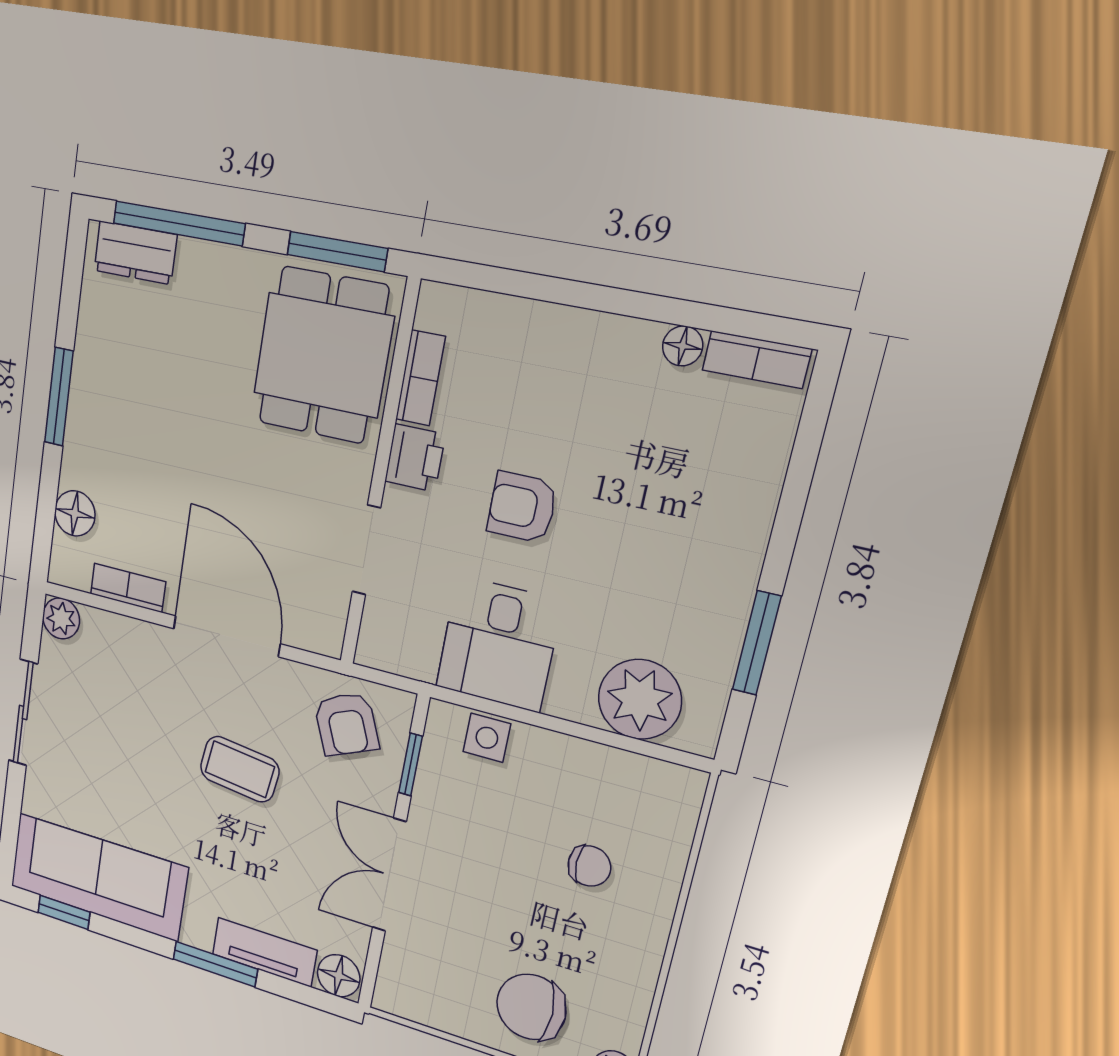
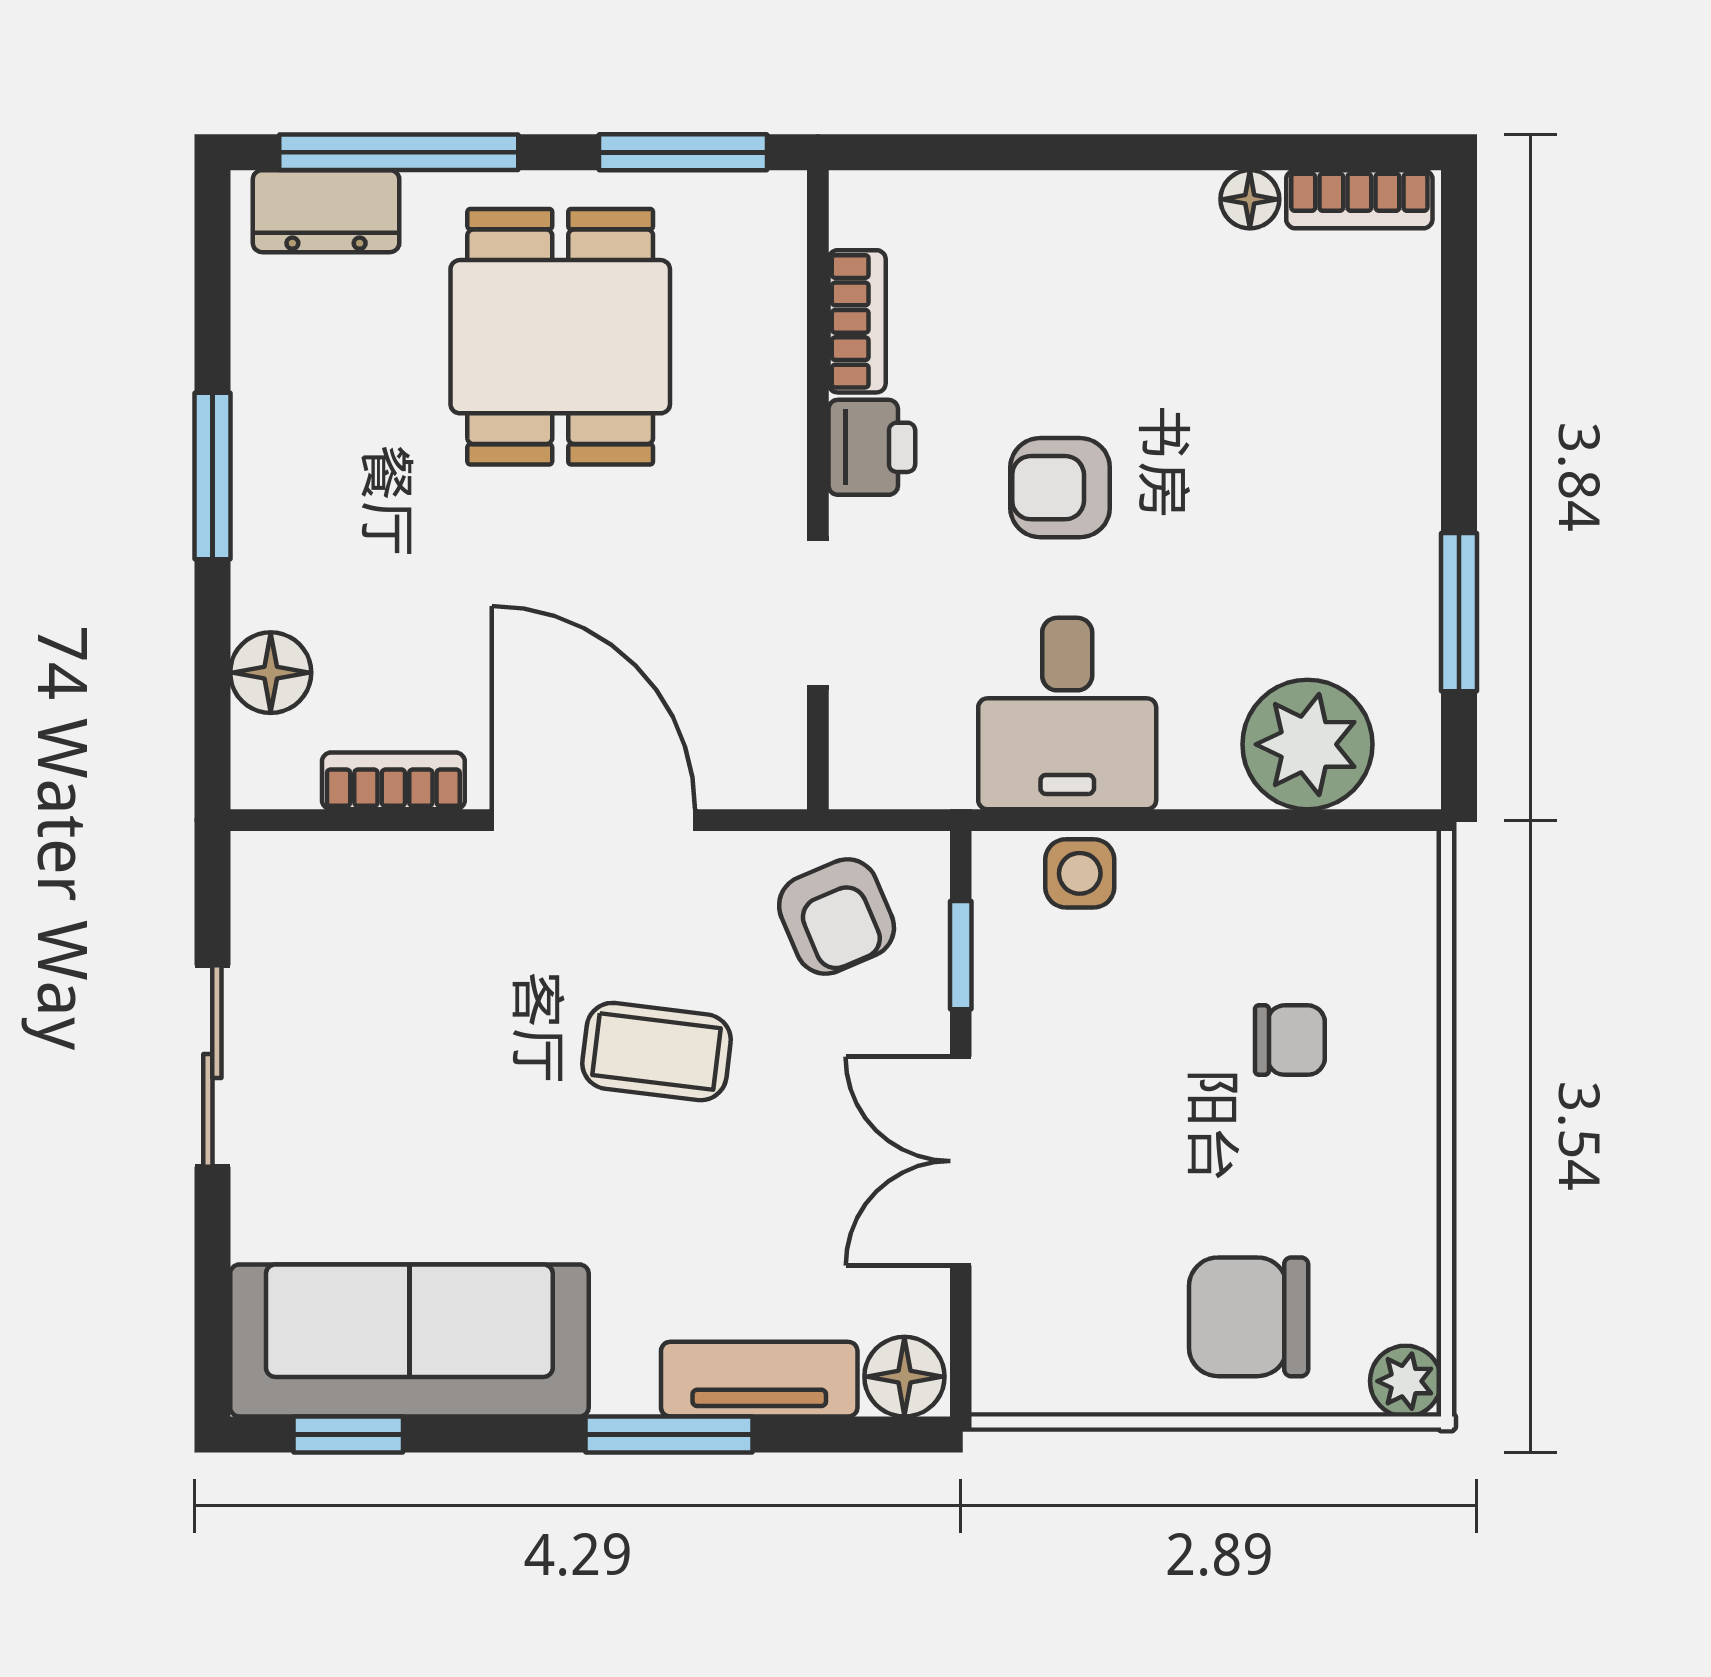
dining table: (323, 355) -> (560, 337), moved
plant: (61, 618) -> (268, 869), removed

